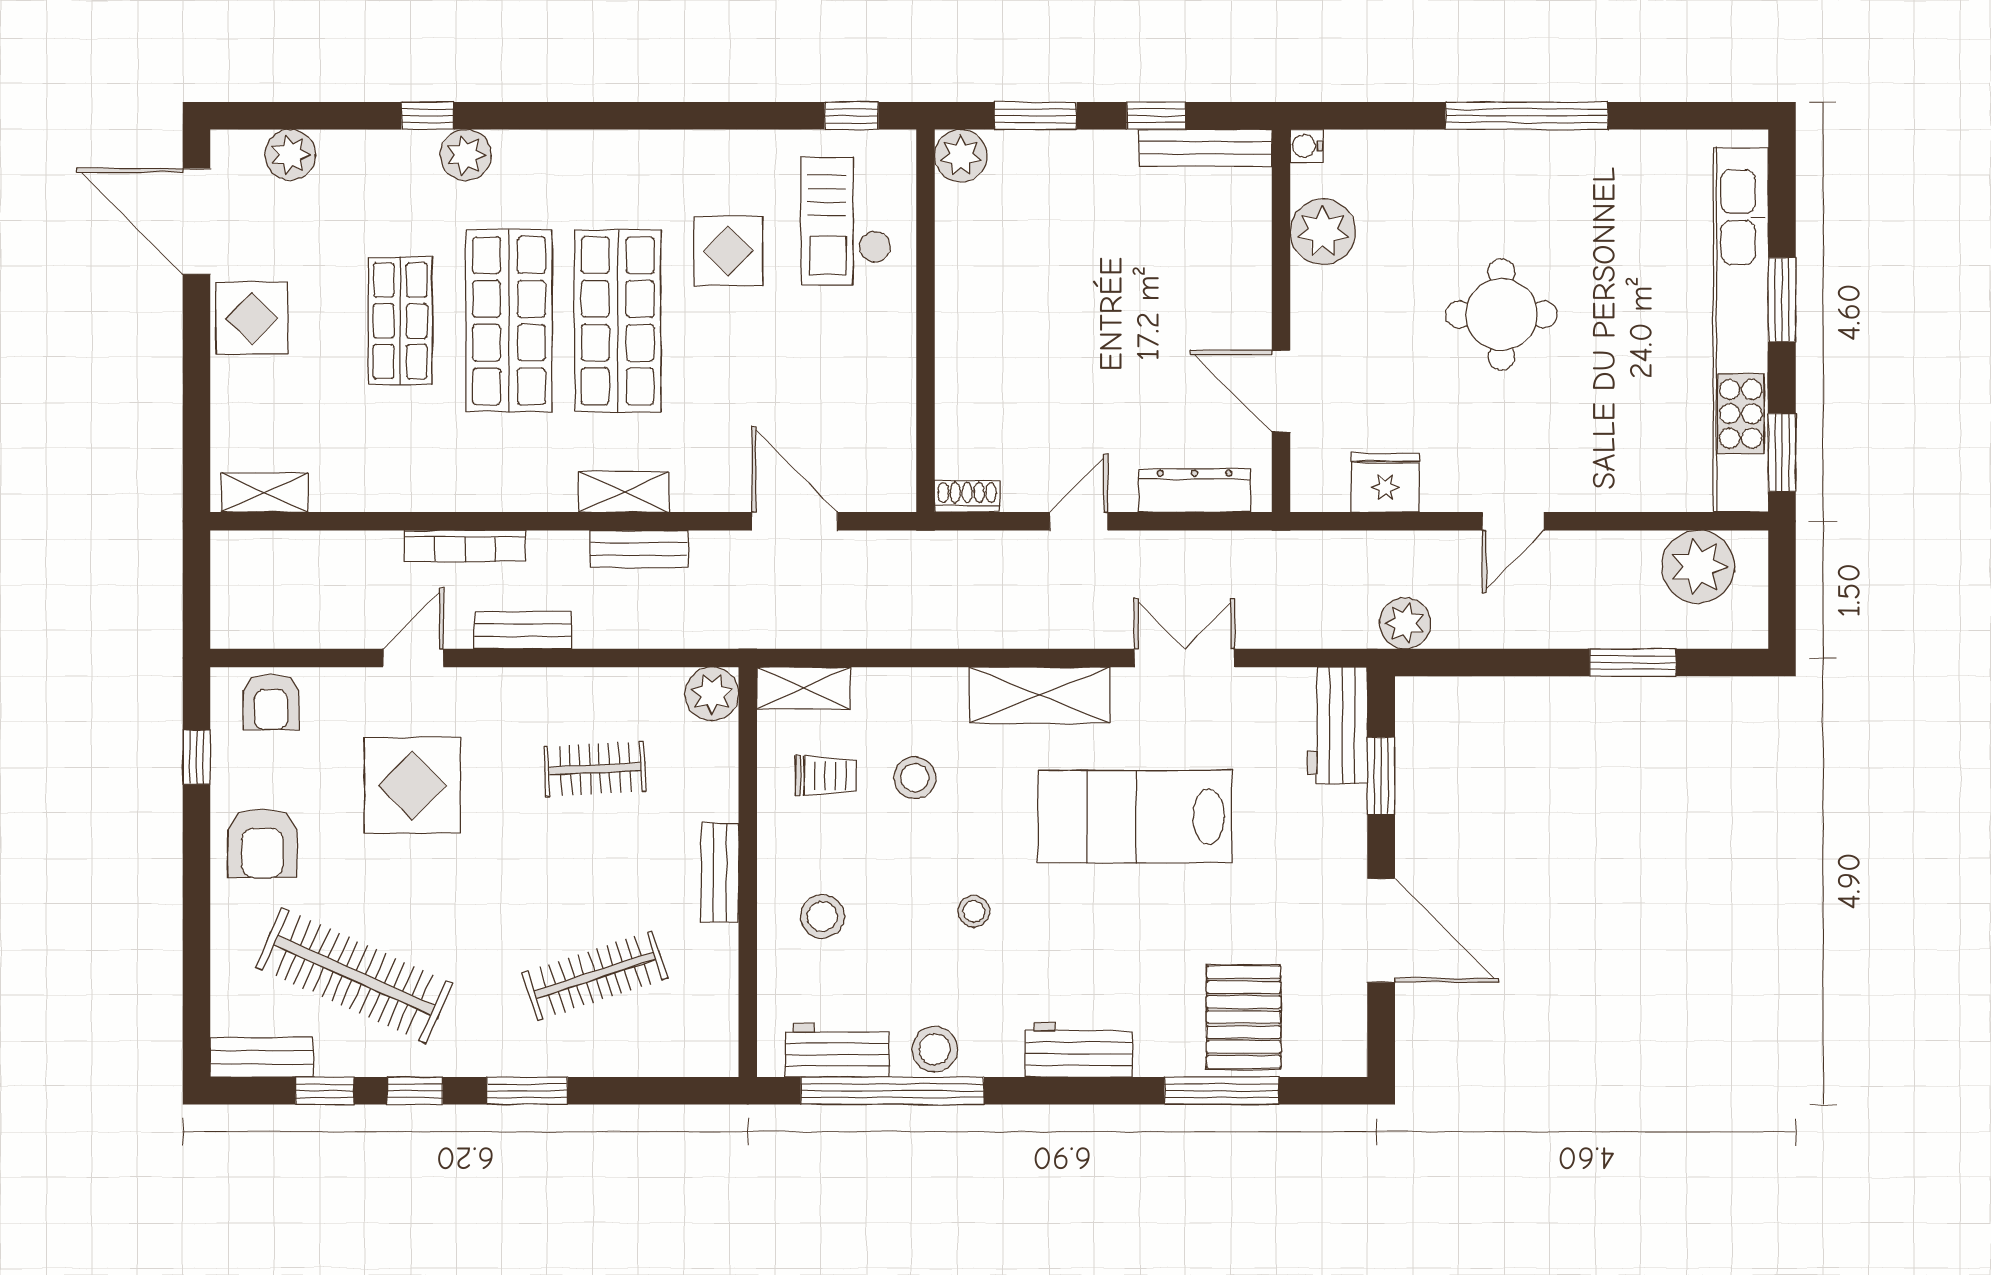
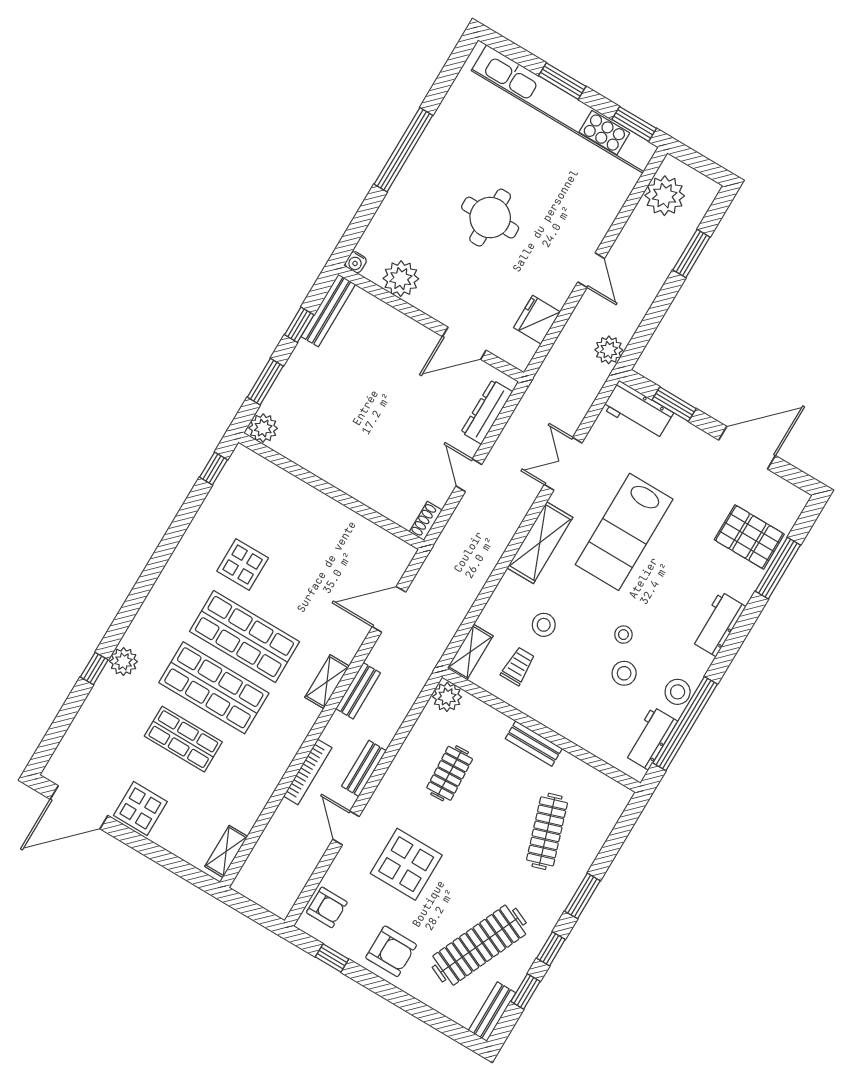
plant: (290, 155) -> (74, 744), removed
checkout: (846, 221) -> (262, 501), removed
stool: (822, 916) -> (624, 673), moved

